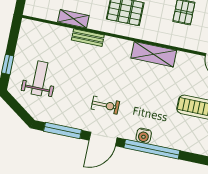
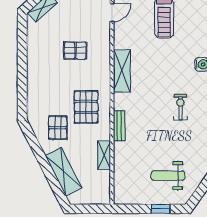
bench: (88, 38) -> (119, 126), moved

